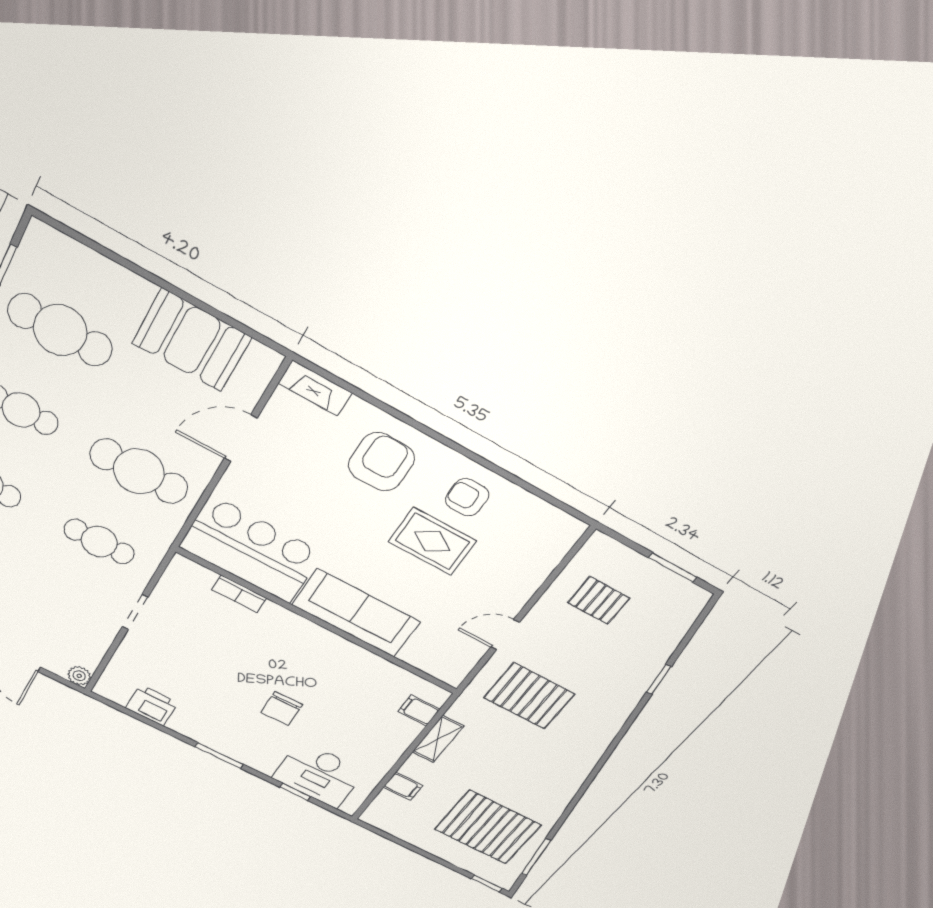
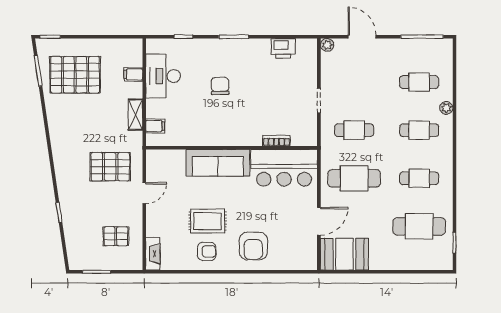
booth: (192, 340) -> (344, 254), moved
fireplace: (315, 388) -> (153, 254), moved, turned 90
desk: (319, 775) -> (163, 76), moved, turned -90

